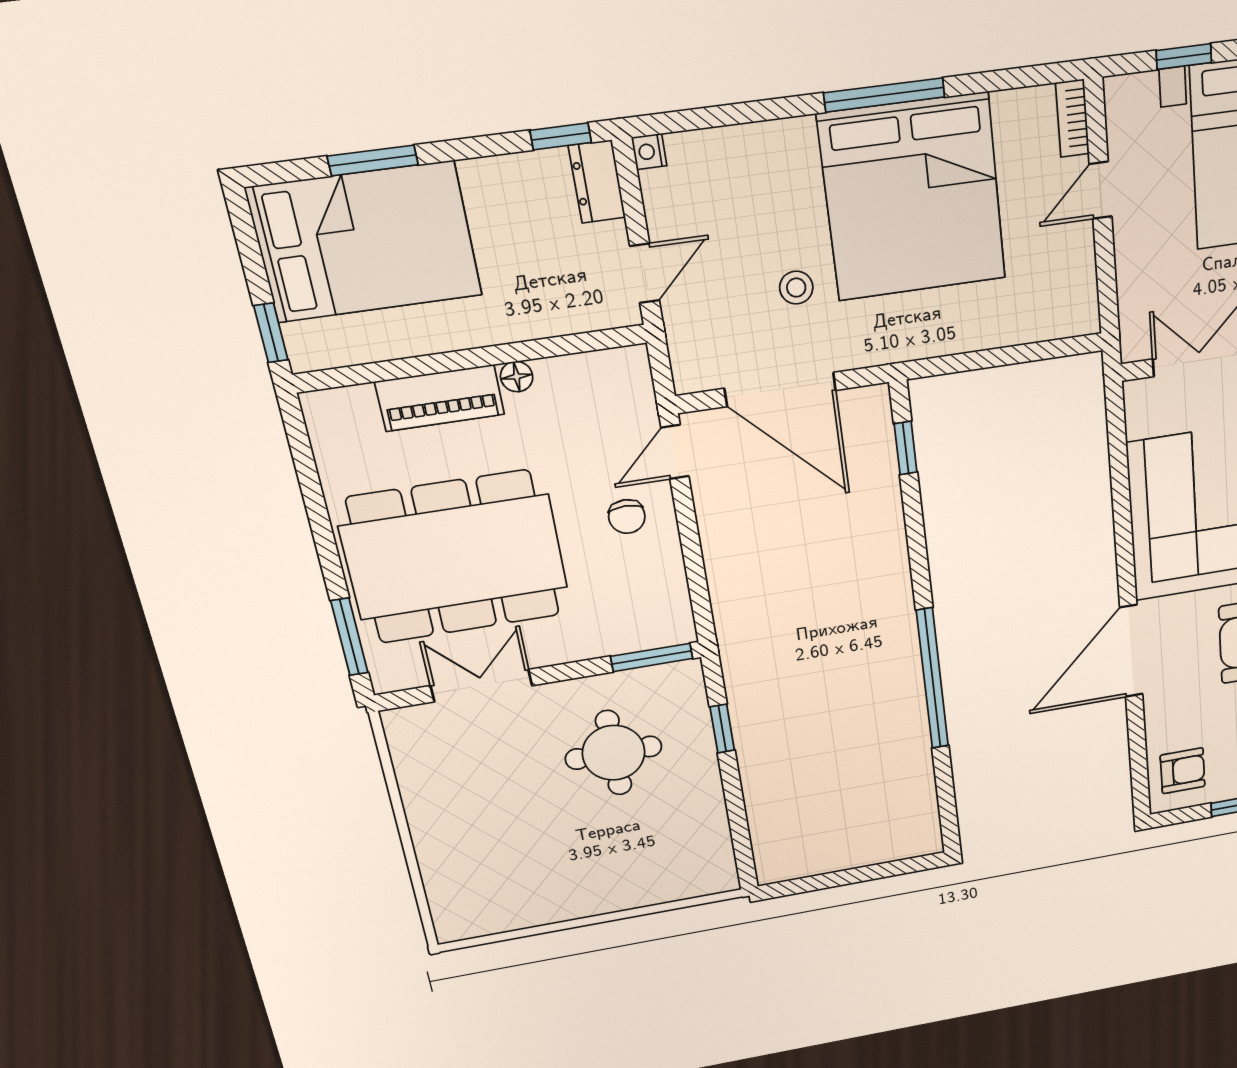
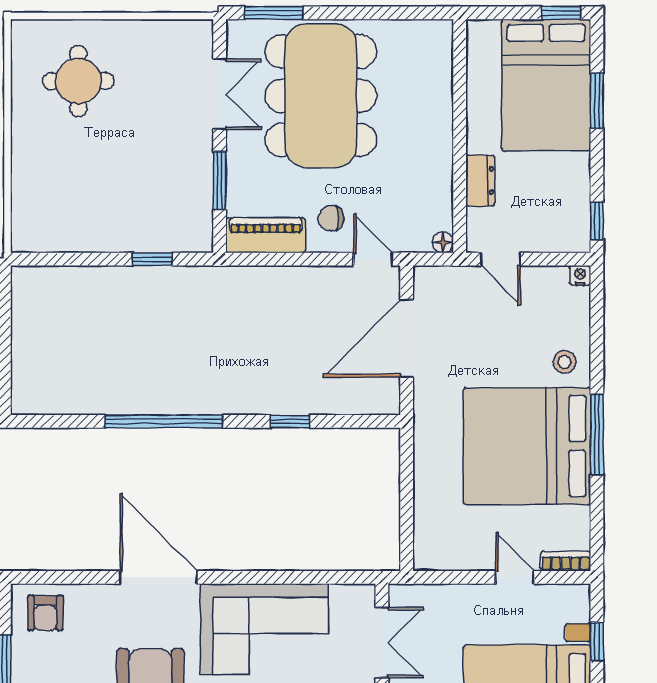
dresser: (597, 182) -> (480, 181), moved, turned 90
stool: (796, 288) -> (564, 362), moved
window: (271, 333) -> (561, 13), moved
floor lamp: (517, 377) -> (443, 242), moved
piano: (440, 398) -> (266, 235), moved, turned 90
window: (906, 448) -> (290, 421), moved
window: (652, 657) -> (220, 181), moved
round table: (614, 753) -> (78, 81), moved

